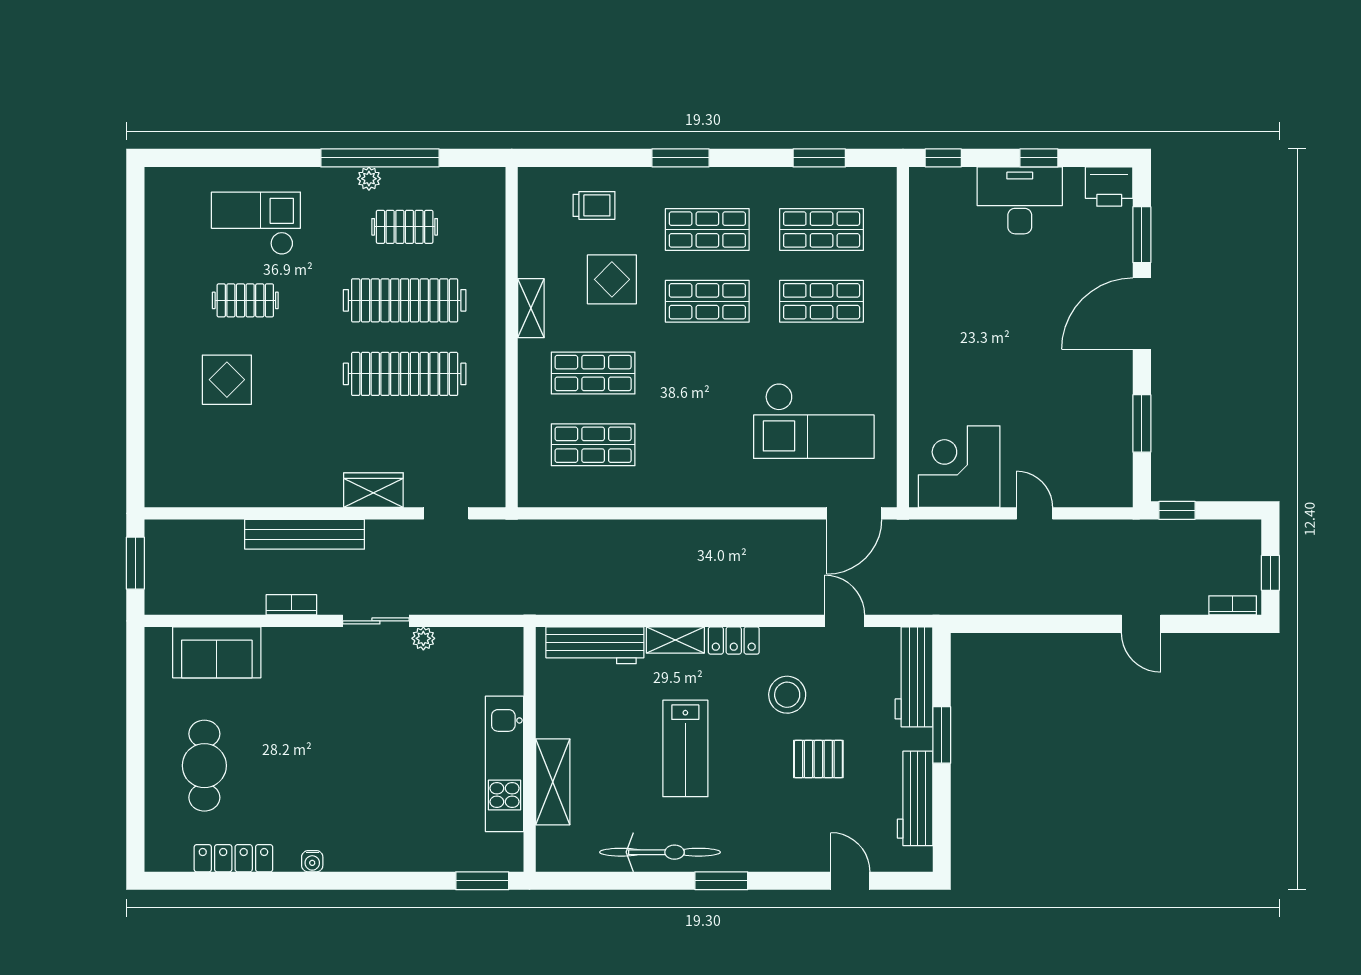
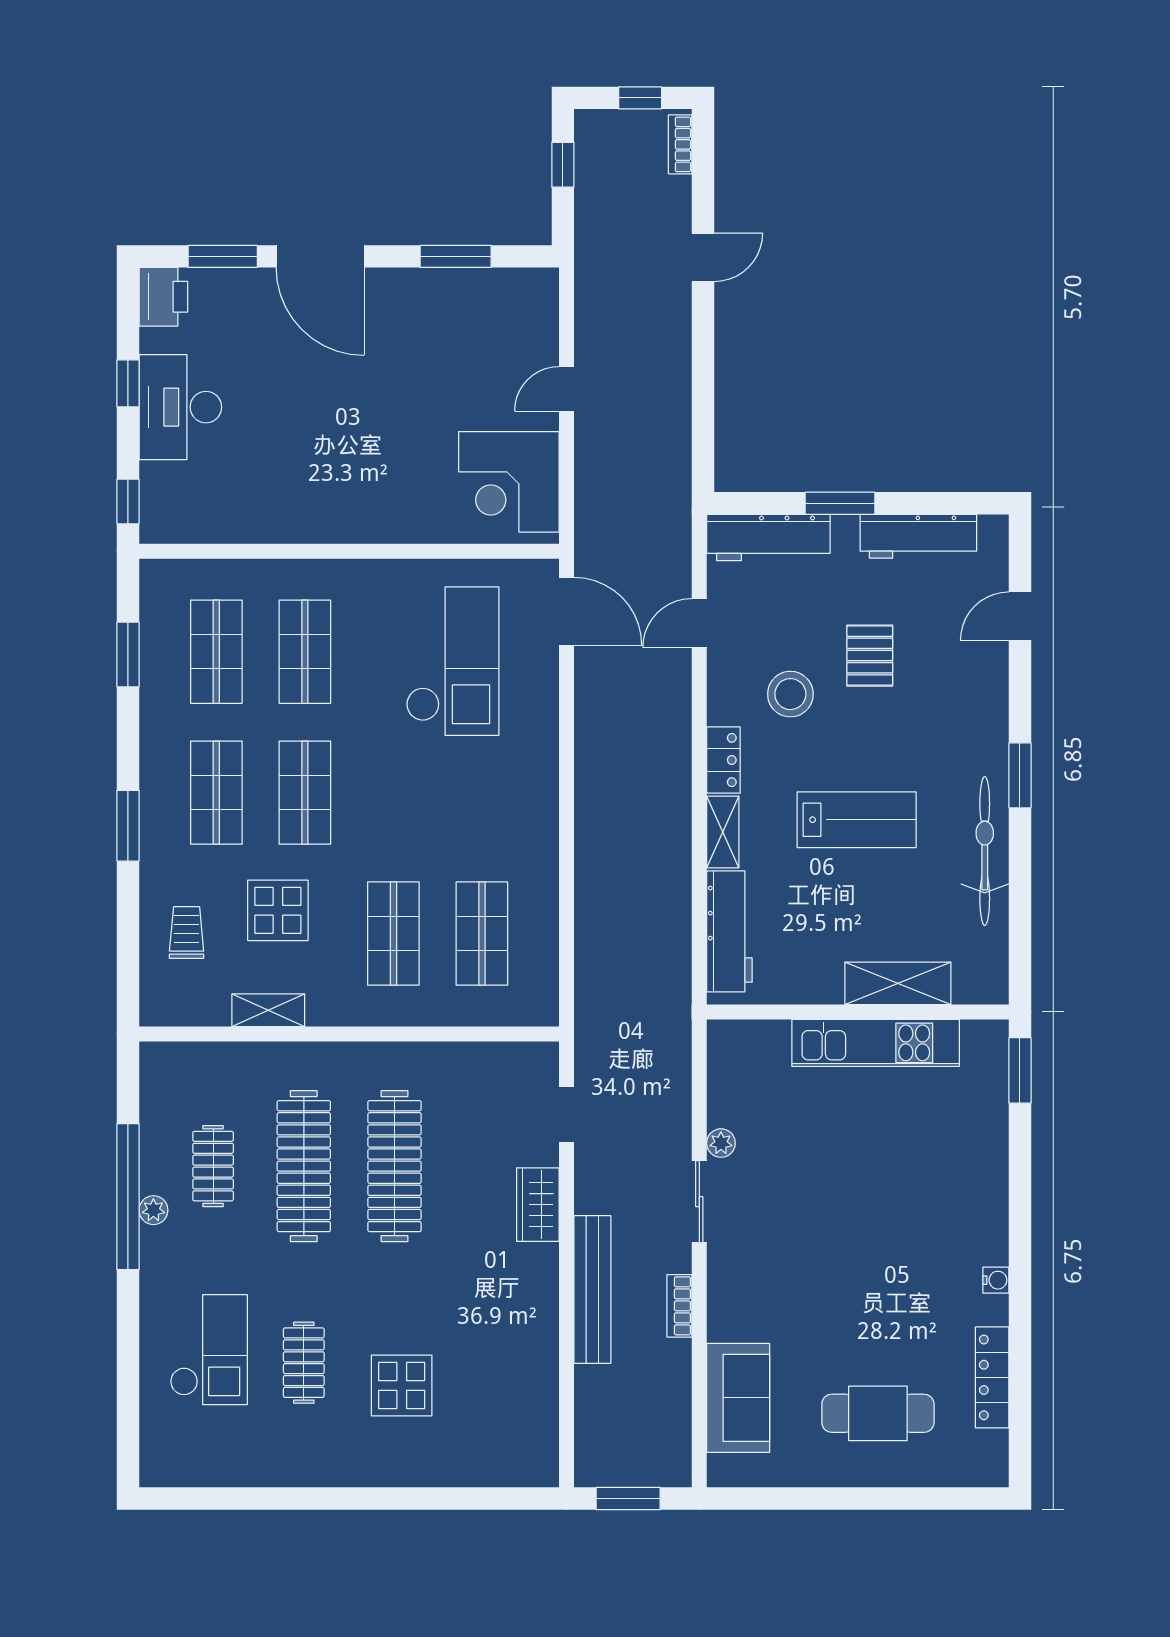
checkout: (256, 223) -> (209, 1350), turned 180
shelving: (531, 308) -> (268, 1010), moved
window: (1177, 510) -> (563, 165), moved

